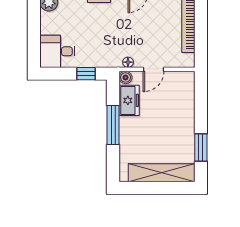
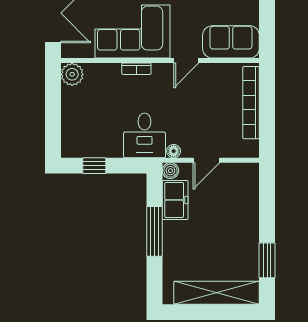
desk: (57, 51) -> (144, 135), moved, turned -90
window: (86, 74) -> (94, 166), moved

